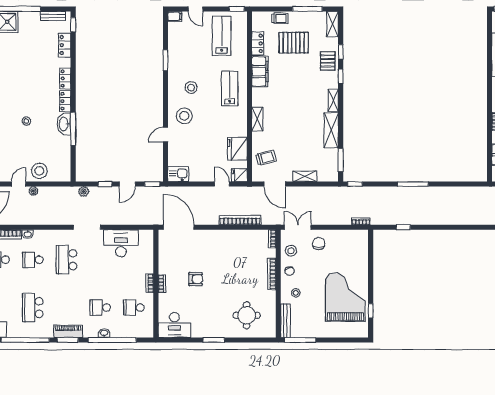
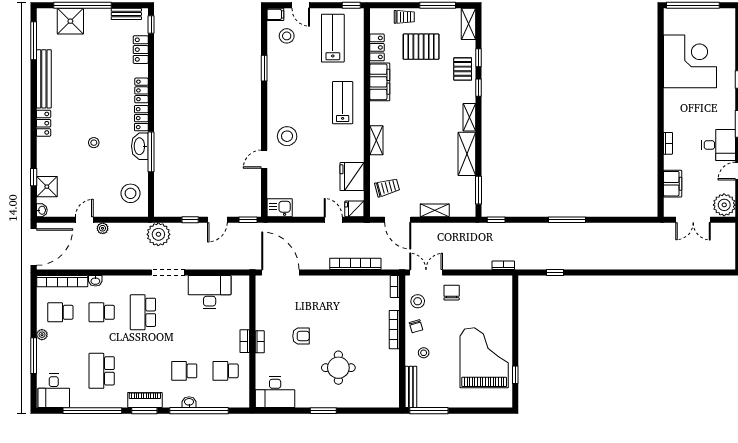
stool: (191, 88) -> (287, 36), moved
stool: (39, 171) -> (131, 193), moved
plant: (84, 192) -> (158, 234), width x1.87, depth x1.87
round table: (247, 315) -> (338, 368), moved

